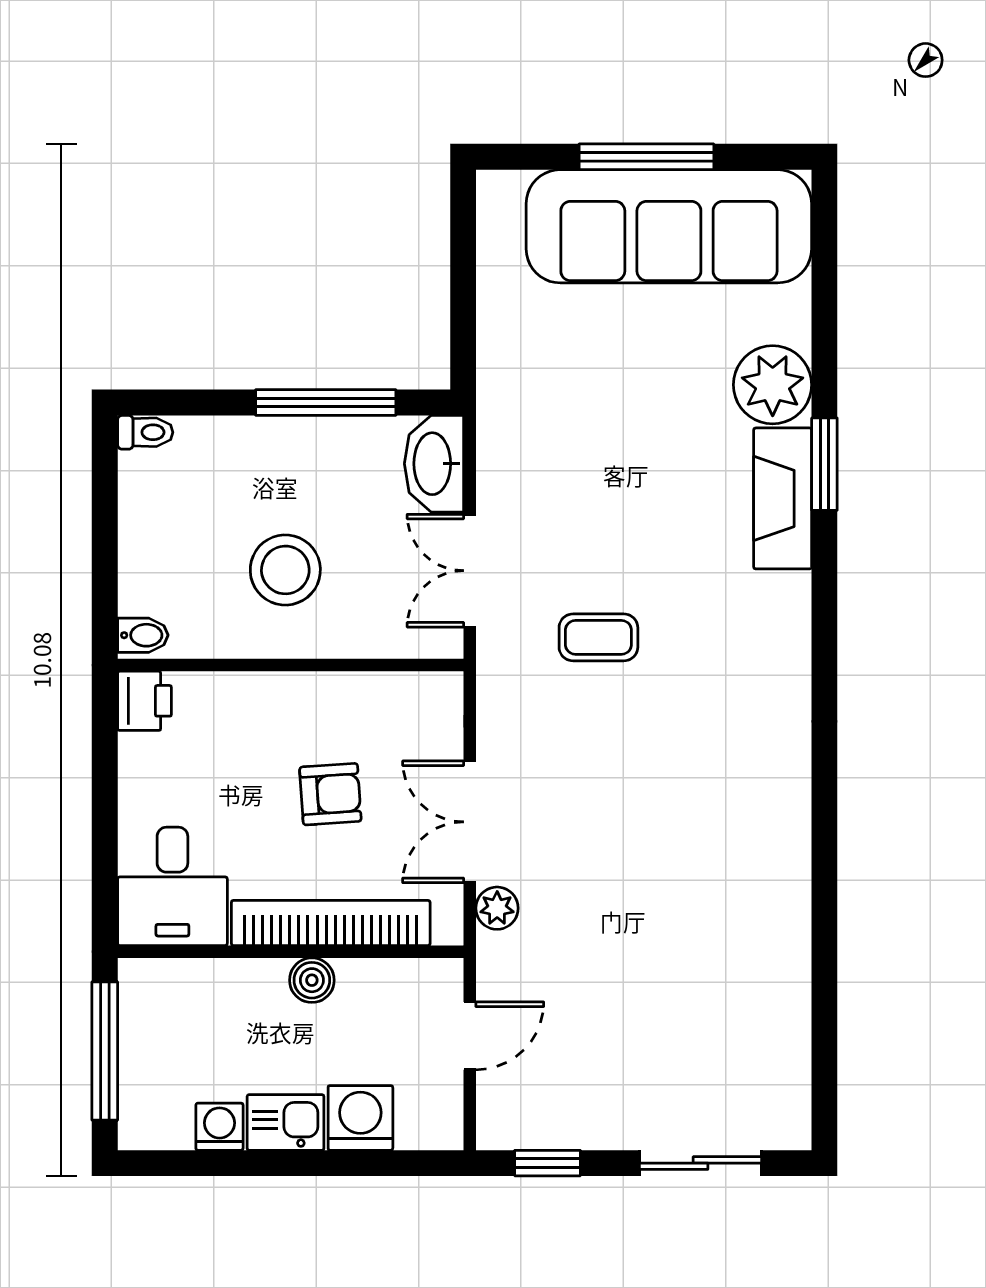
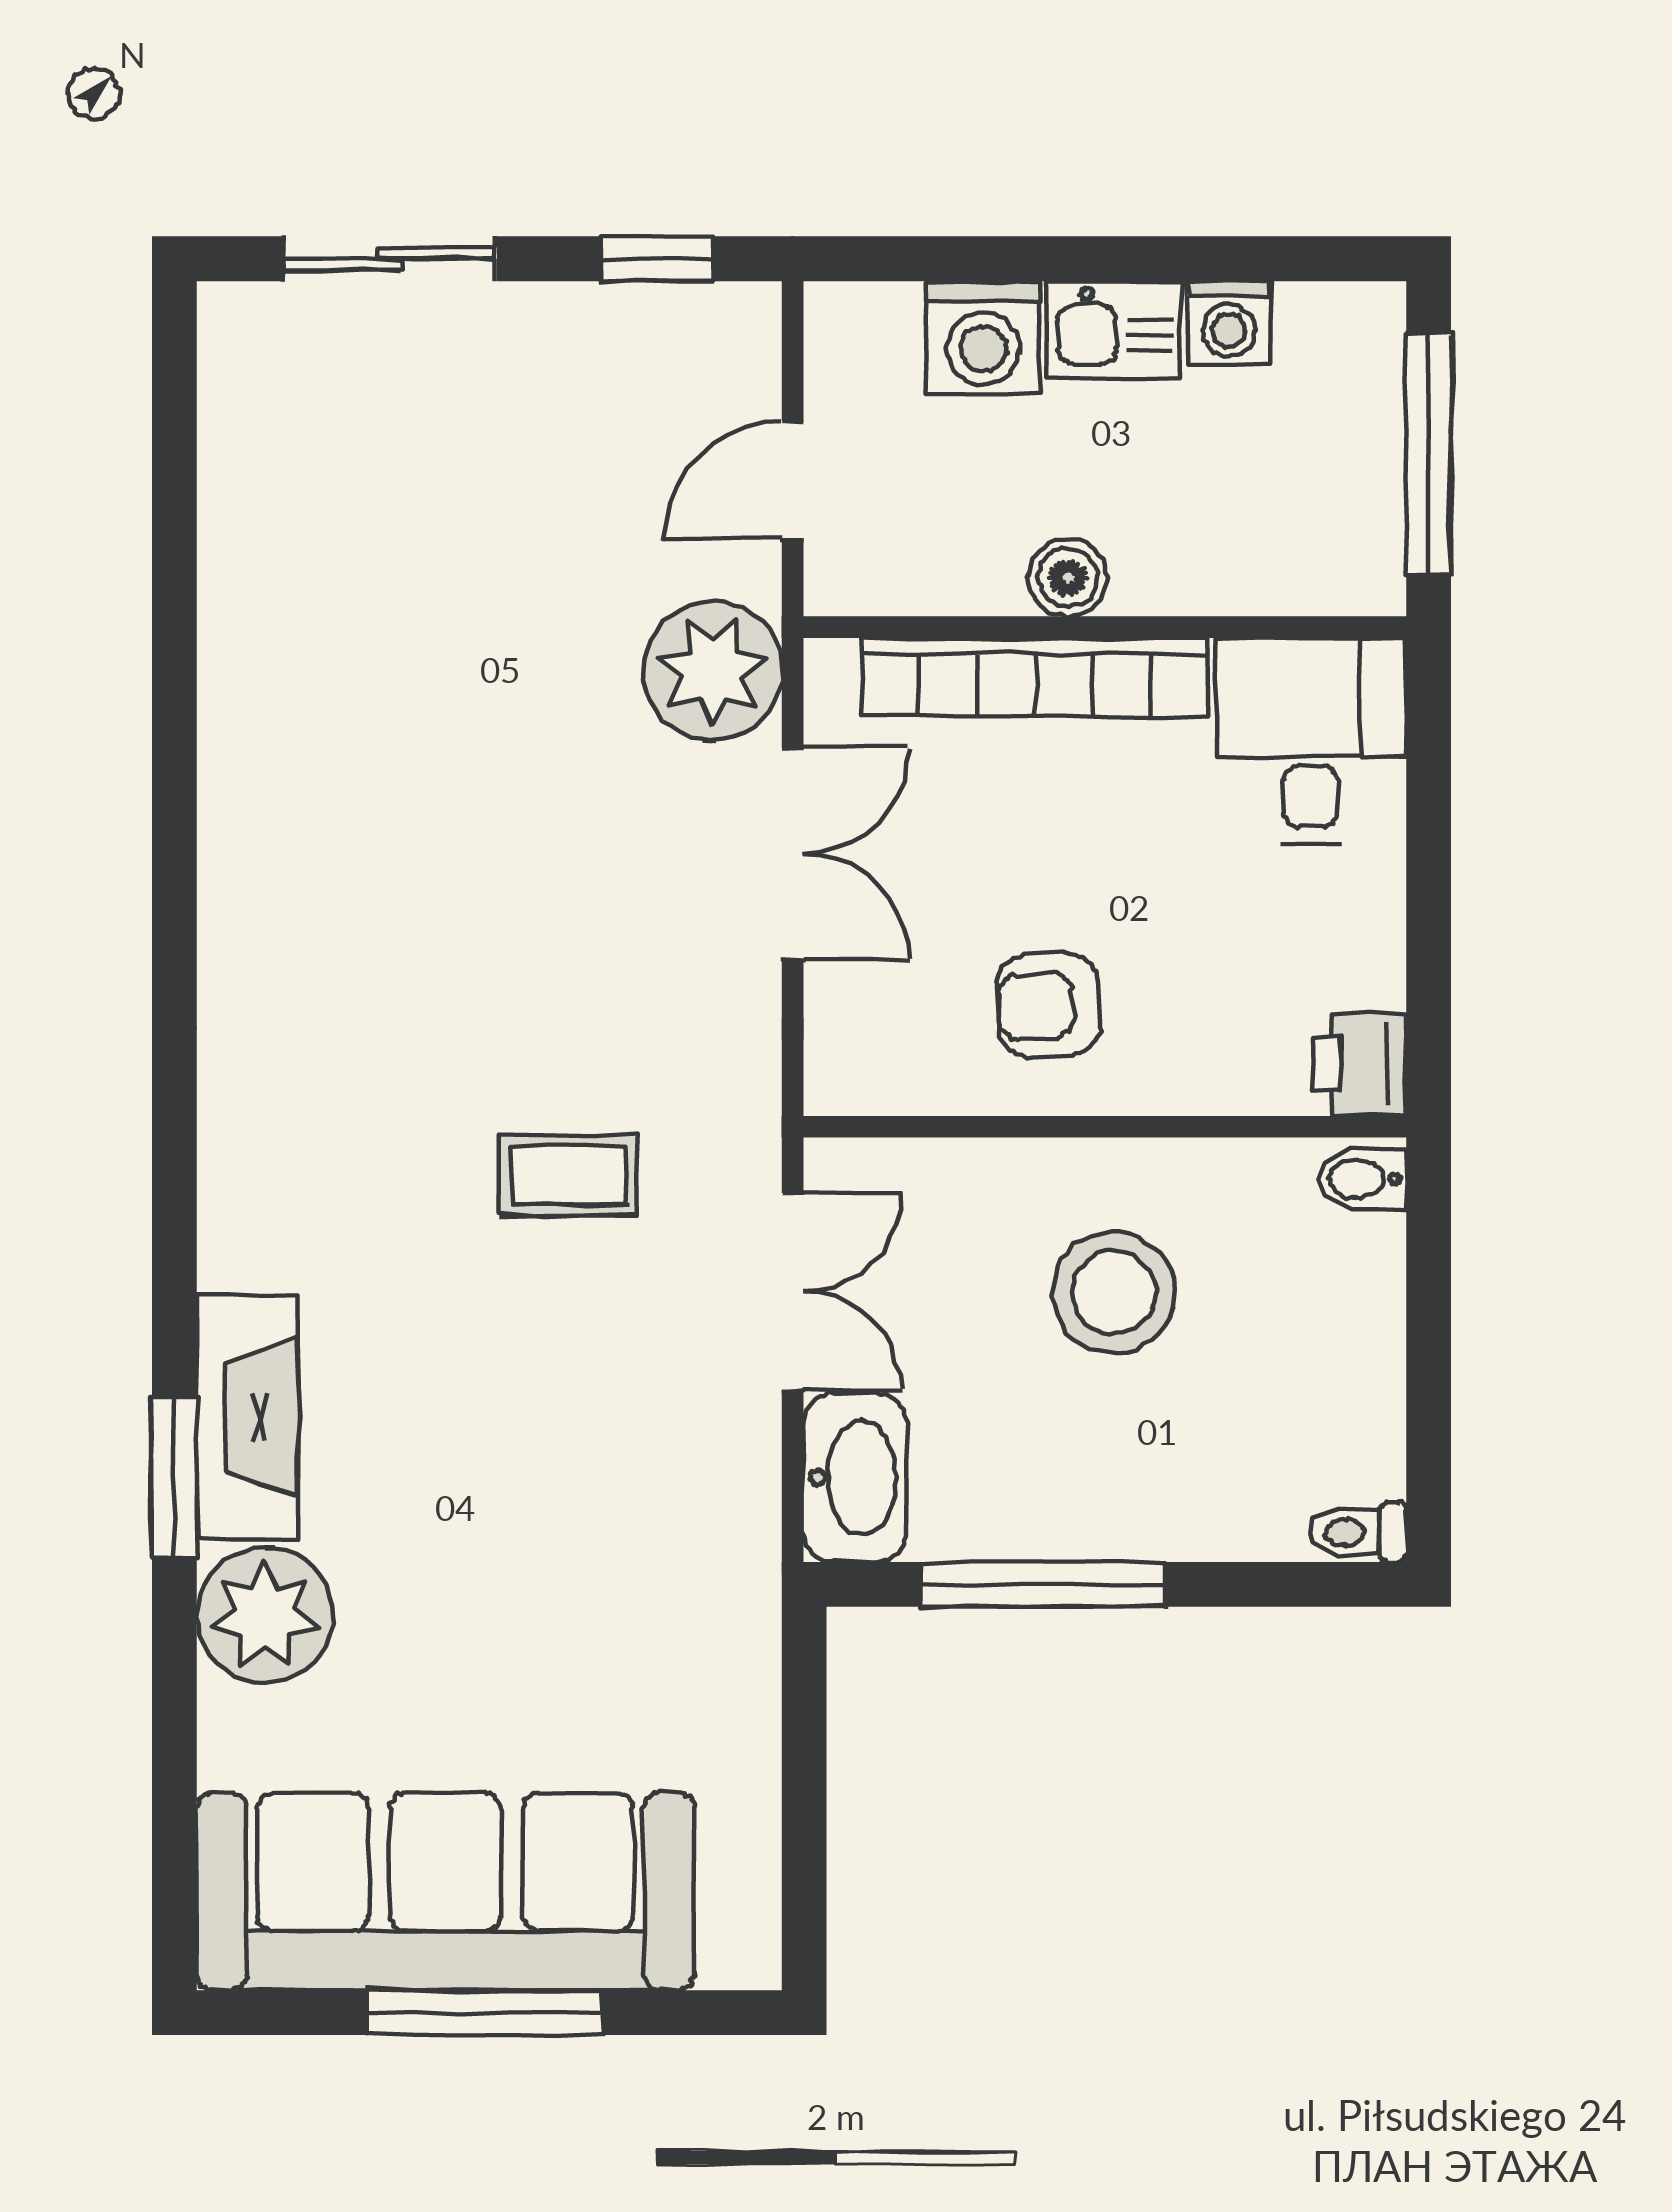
armchair: (330, 794) -> (1048, 1005), moved
plant: (497, 908) -> (713, 671), width x1.87, depth x1.87

